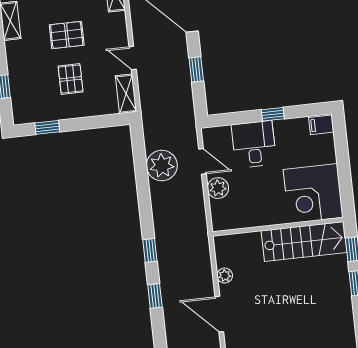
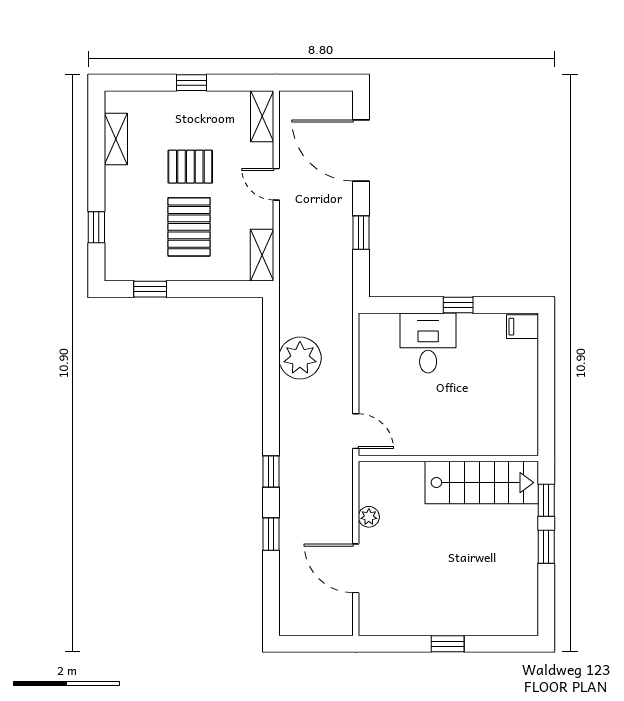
door: (133, 58) -> (276, 184), moved
pallet: (71, 79) -> (189, 227), width x1.50, depth x1.42
door: (202, 161) -> (356, 431), moved
plant: (218, 188) -> (373, 397), removed
corner desk: (313, 194) -> (501, 419), removed

